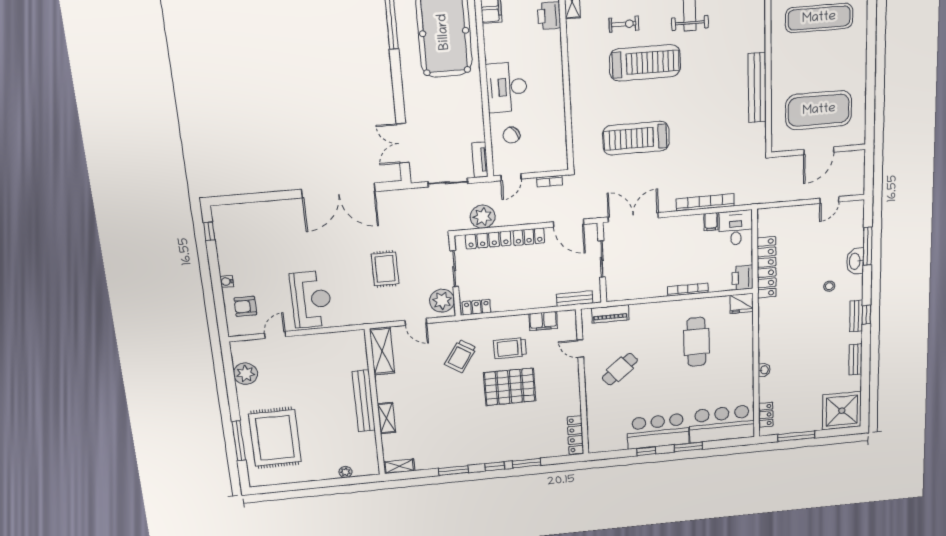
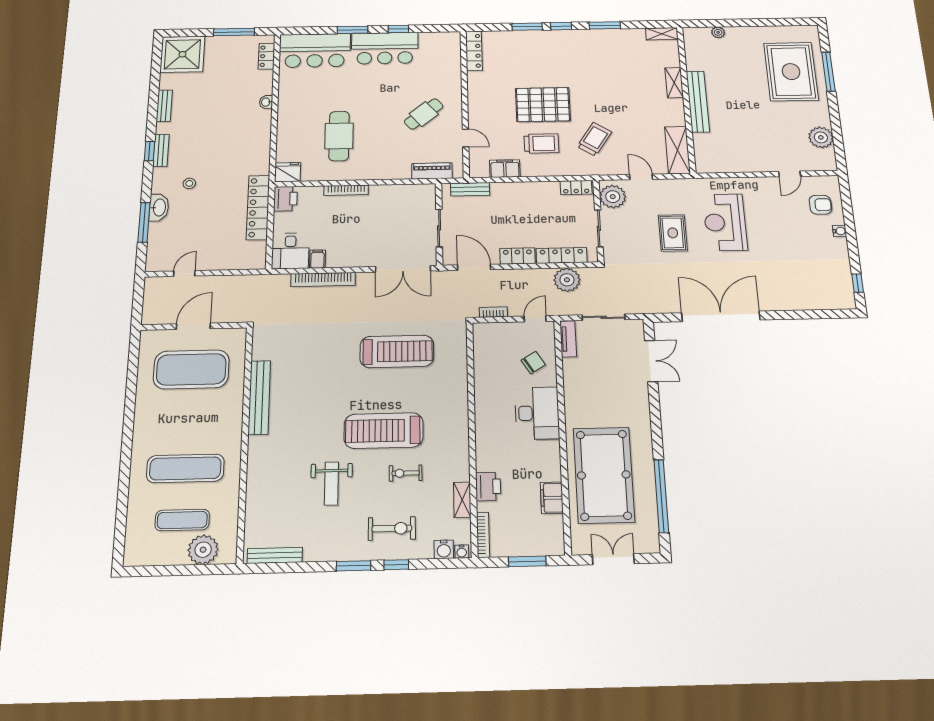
reception desk: (311, 299) -> (725, 222), moved

